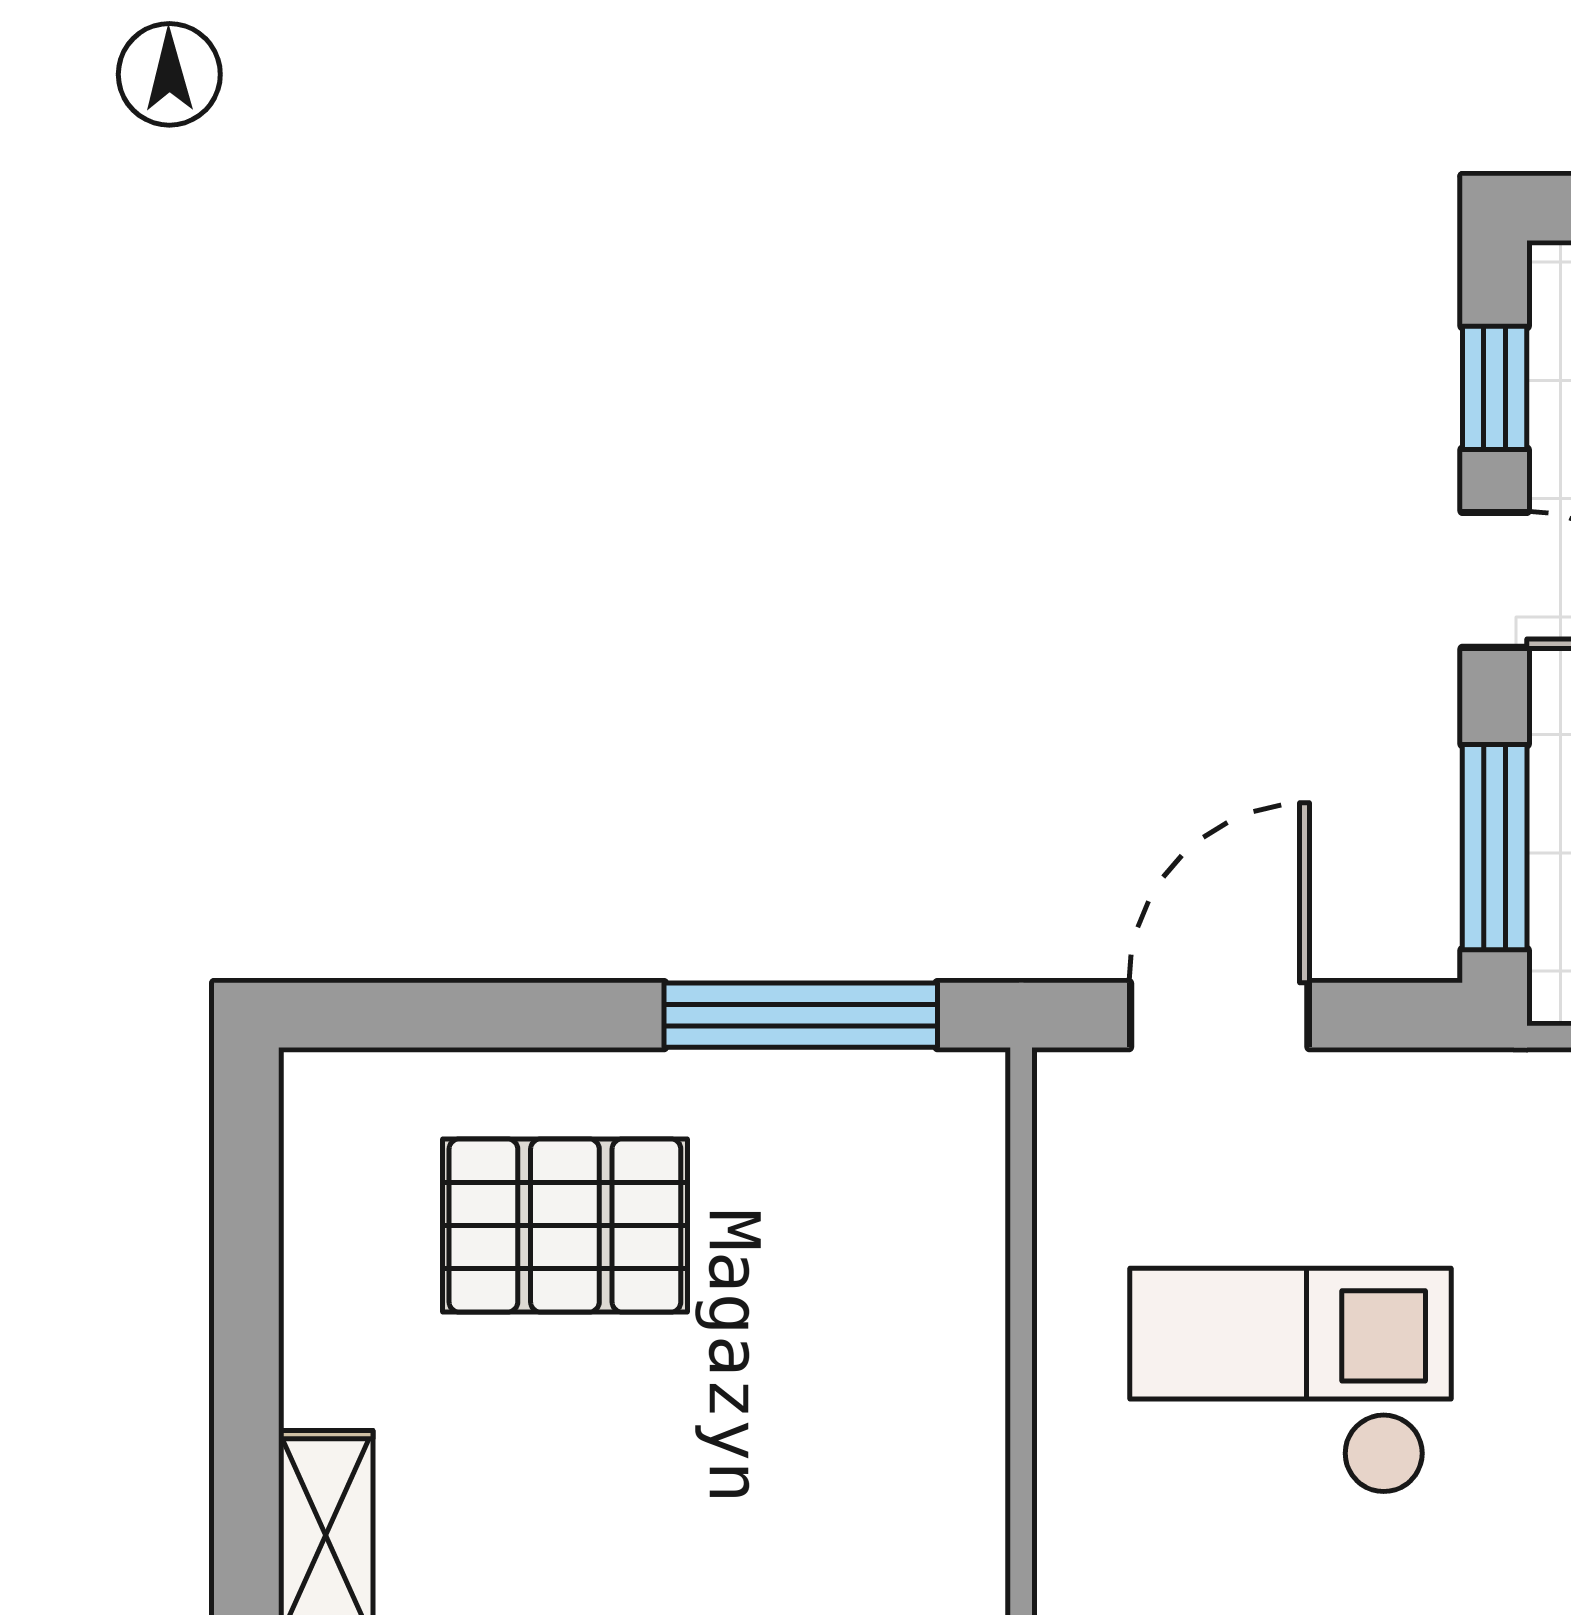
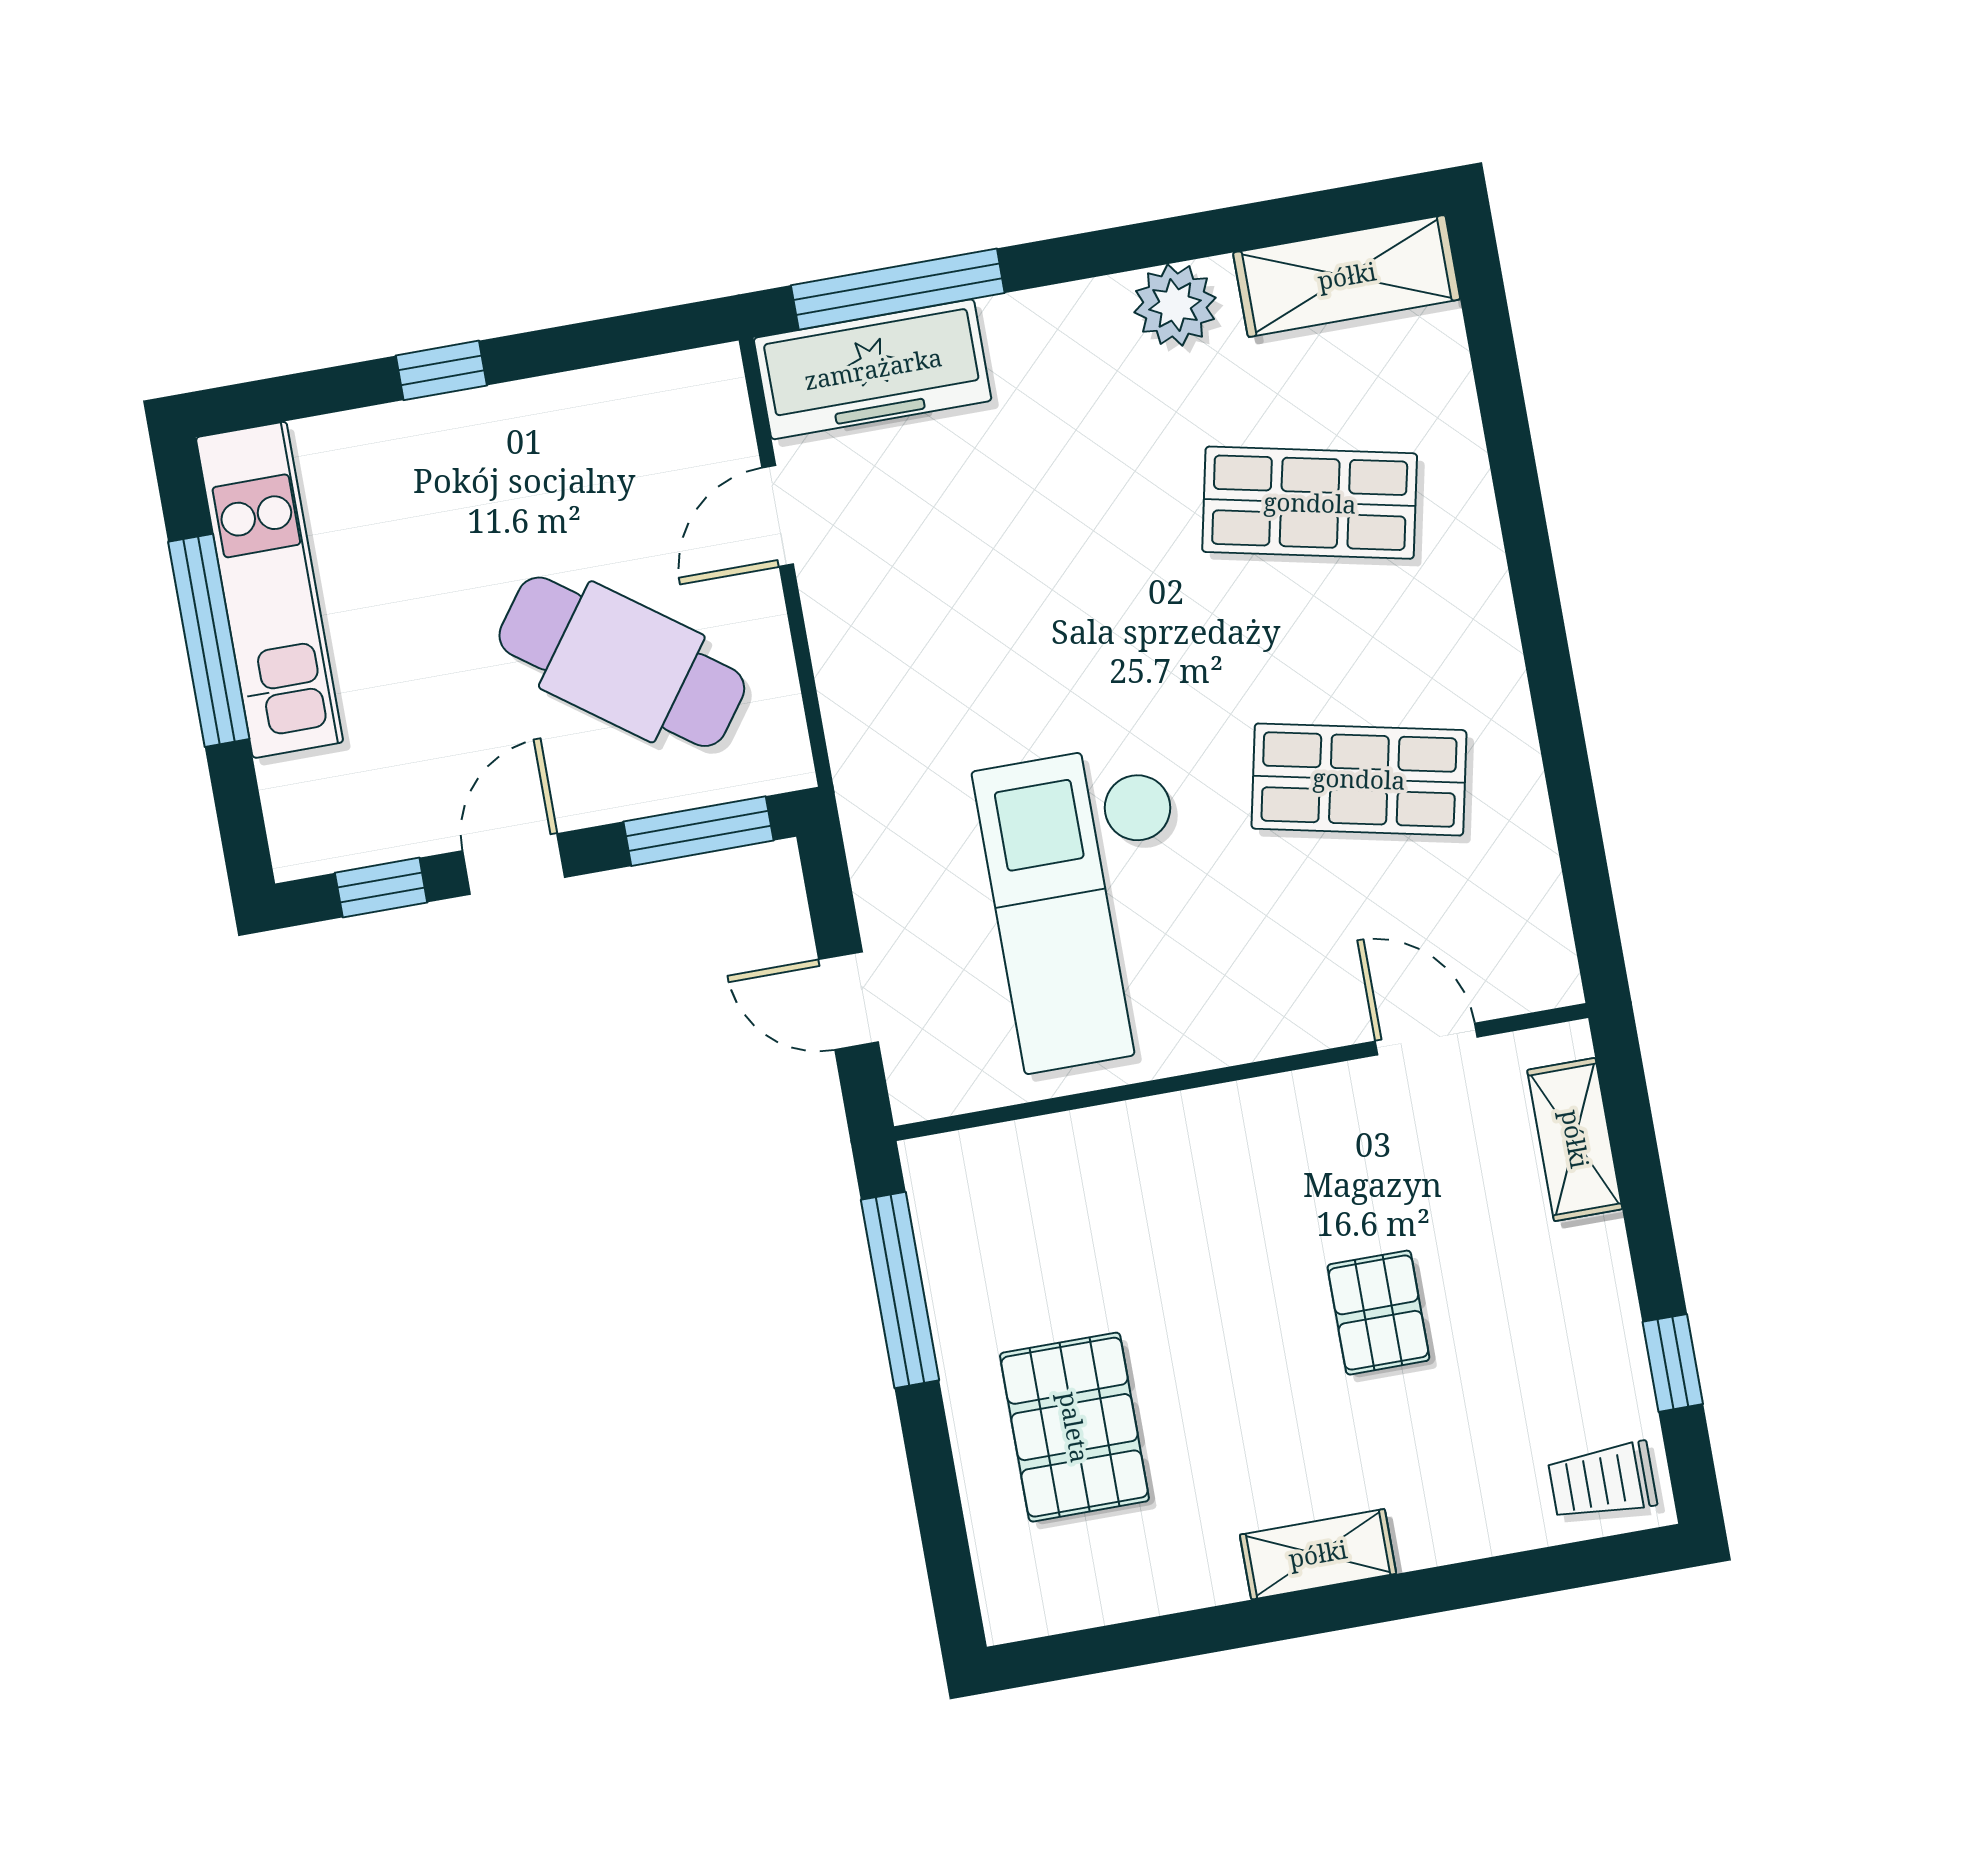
door: (1219, 1015) -> (849, 1001), width x0.73
checkout: (1291, 1381) -> (1093, 906), width x1.36, depth x1.21

